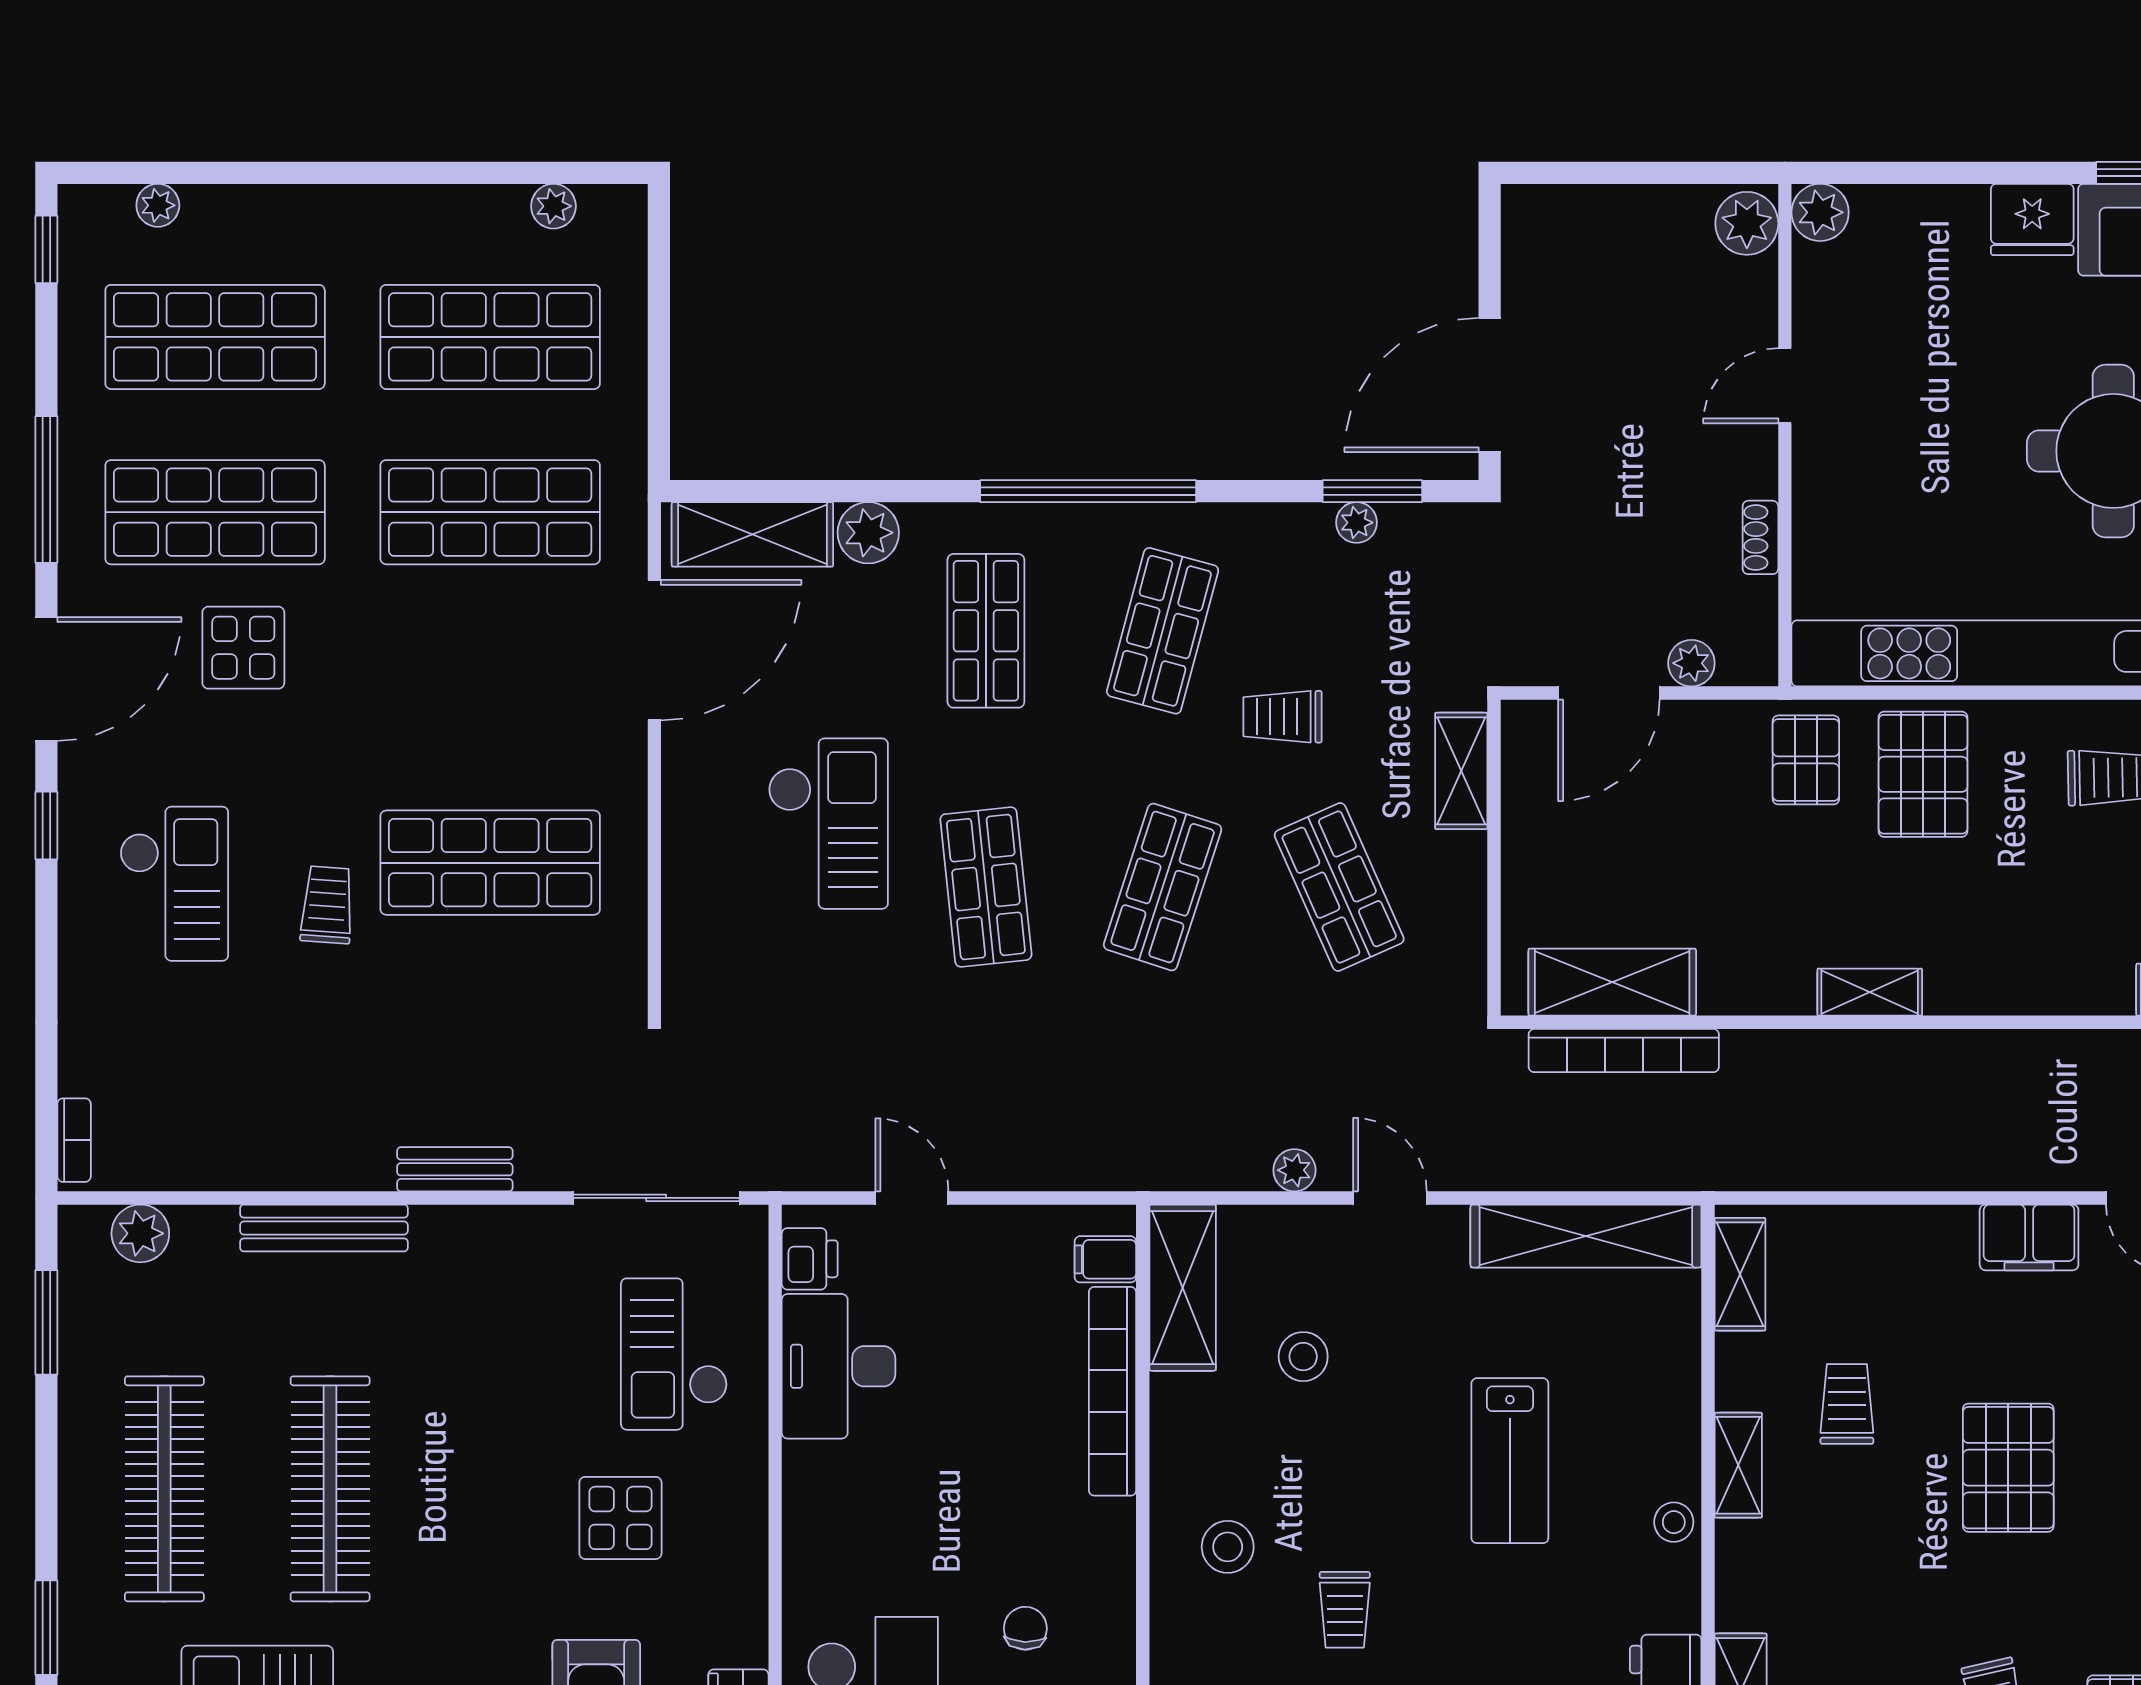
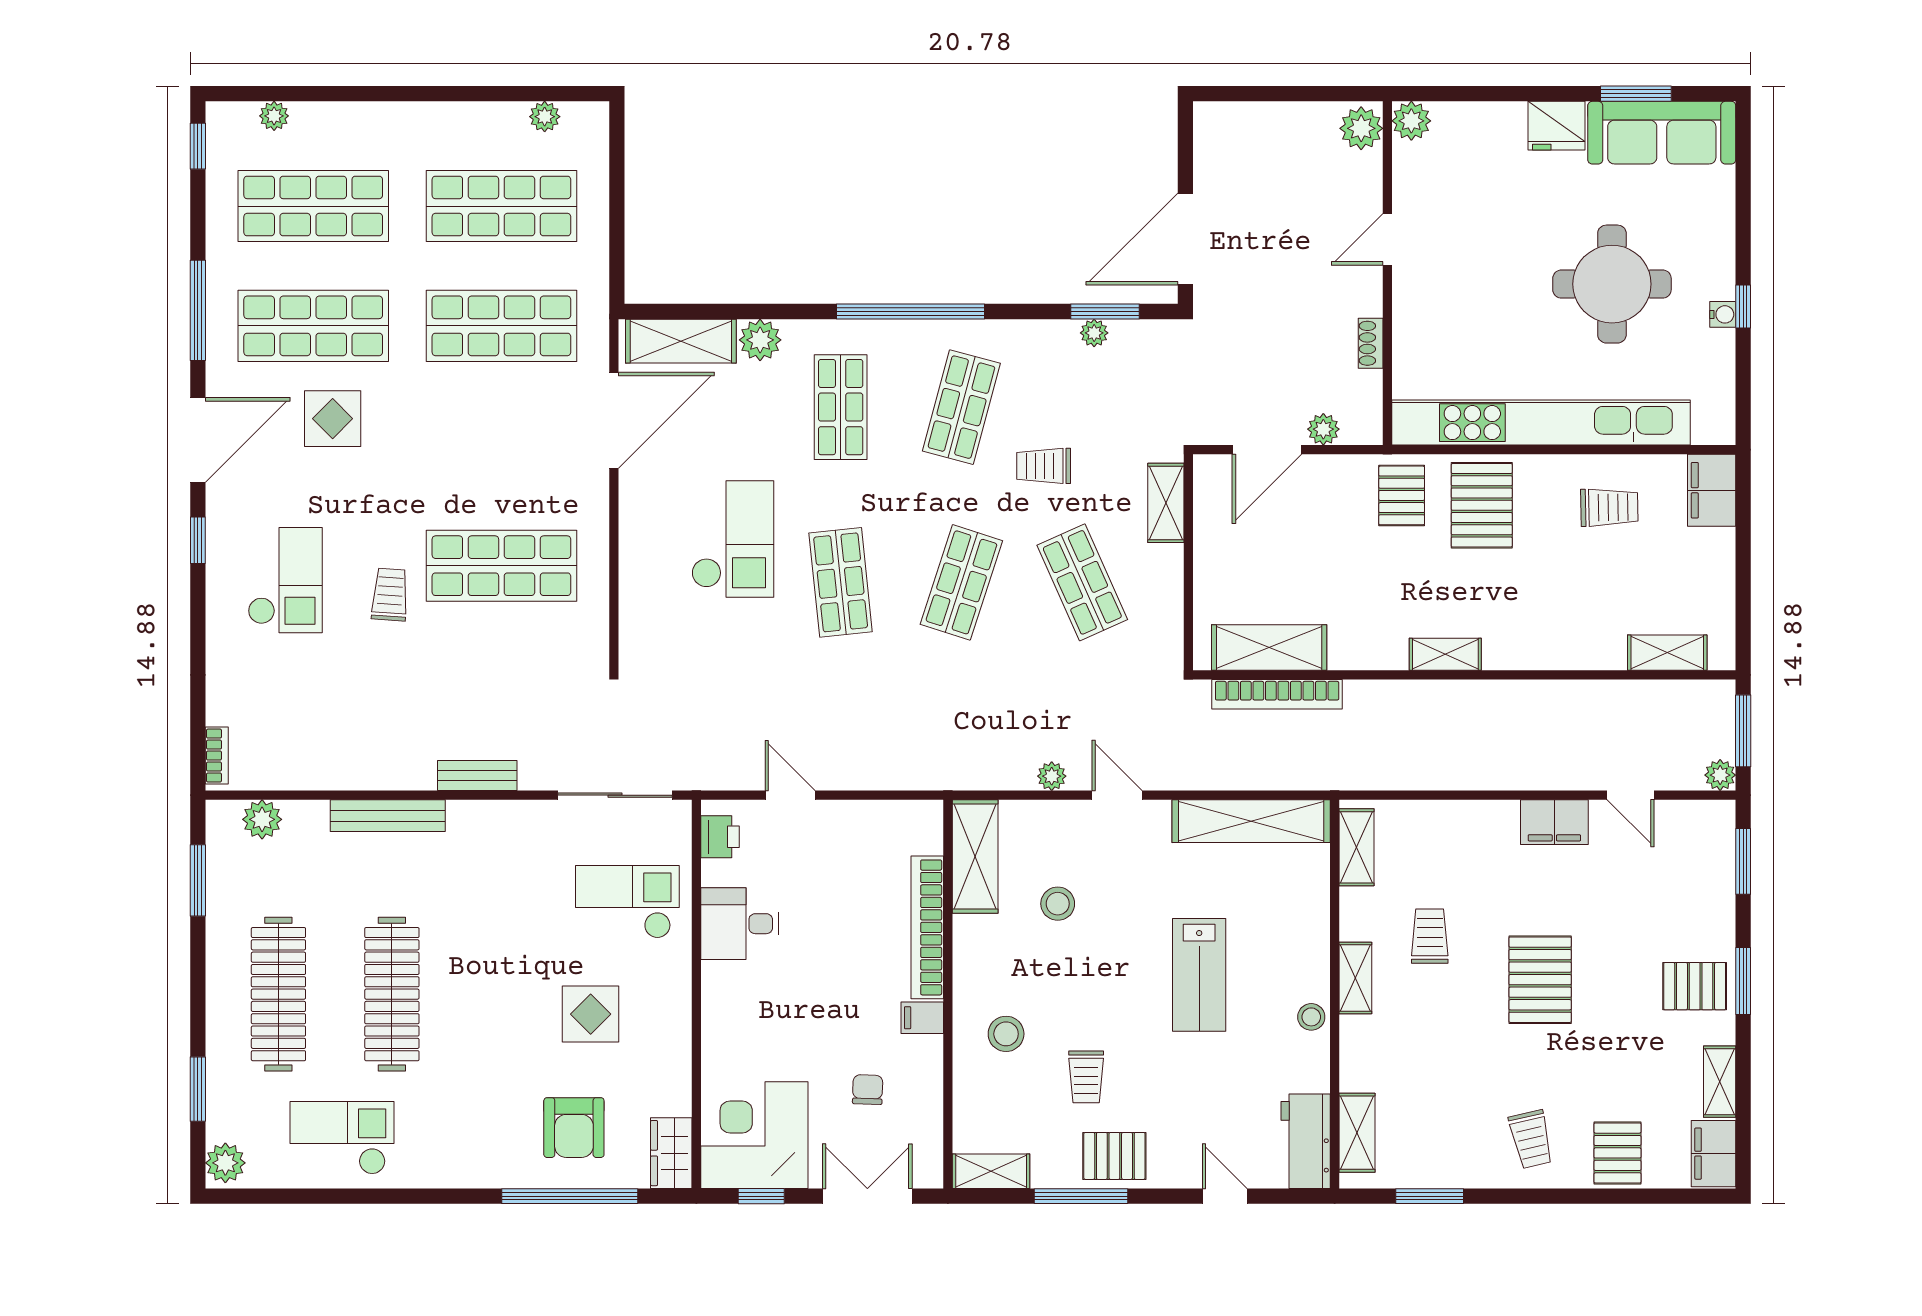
filing cabinet: (1105, 1259) -> (922, 1018), moved
checkout: (674, 1354) -> (627, 902), turned 90
desk: (838, 1366) -> (740, 924), width x0.73

